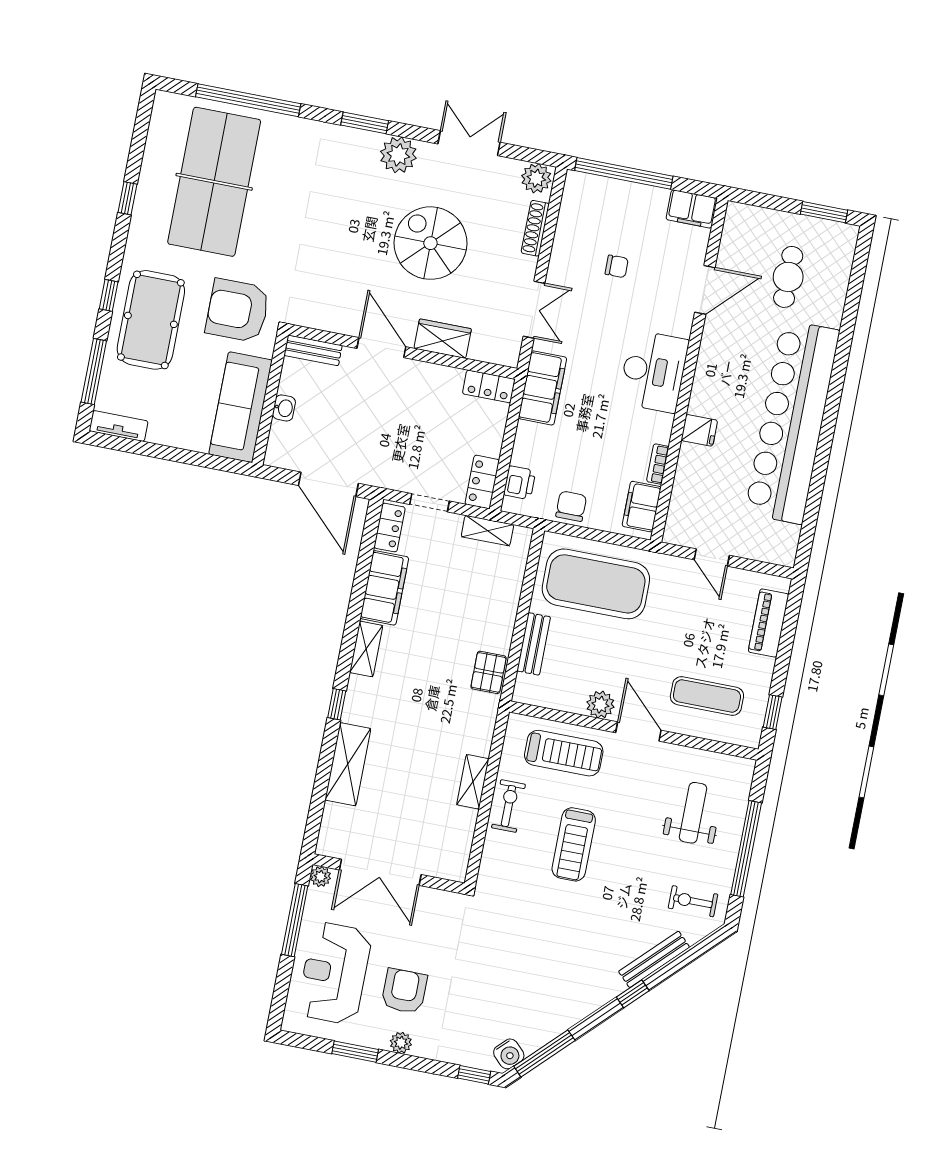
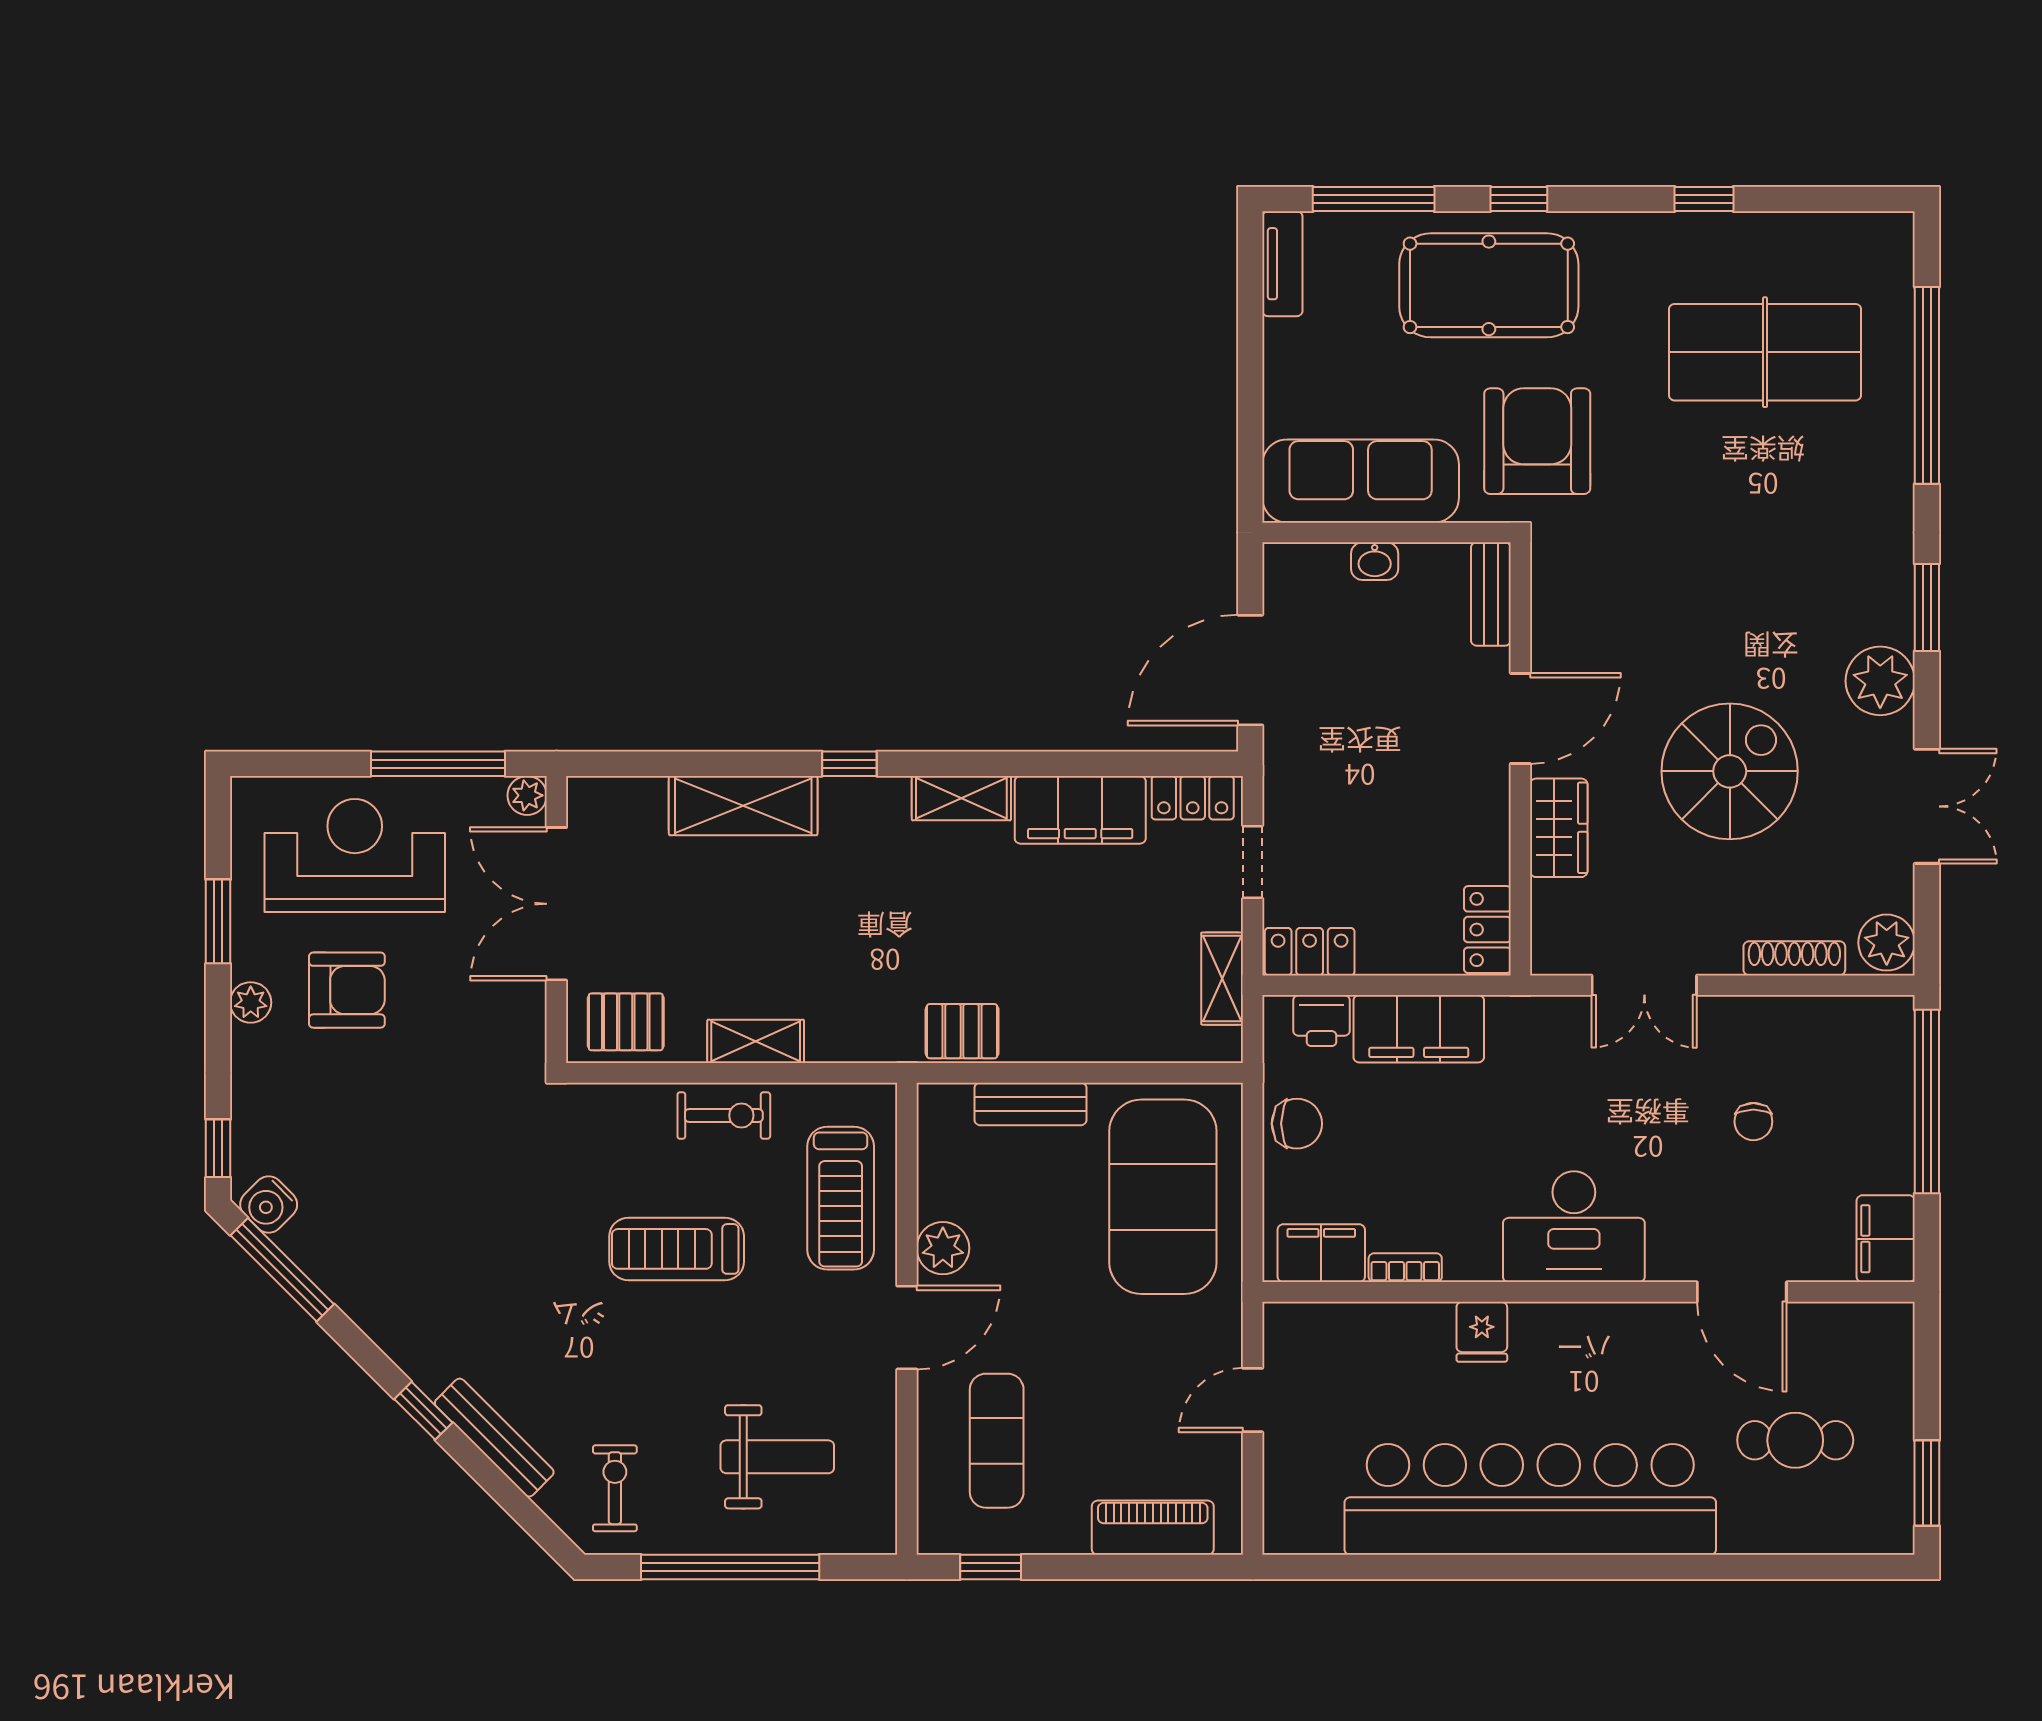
table tennis table: (214, 182) -> (1765, 352), width x0.73, depth x0.76
filing cabinet: (543, 388) -> (1419, 1029), moved
pallet: (449, 848) -> (626, 1022), added

